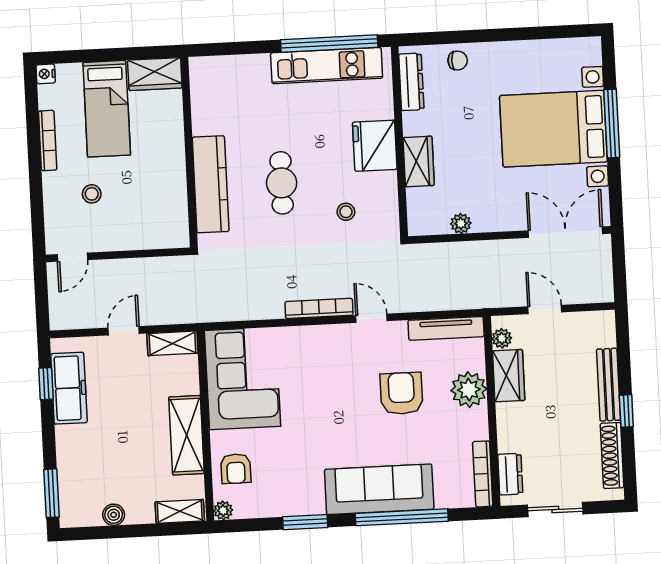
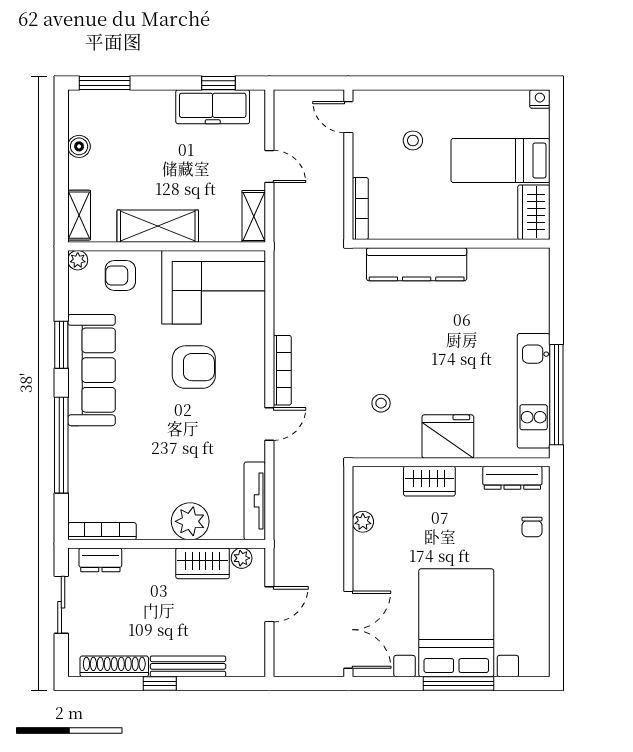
bookcase: (48, 140) -> (360, 209), moved, turned -90
cafe table: (282, 183) -> (414, 338), removed
armchair: (401, 393) -> (194, 367), moved
sofa: (379, 489) -> (92, 370), moved

